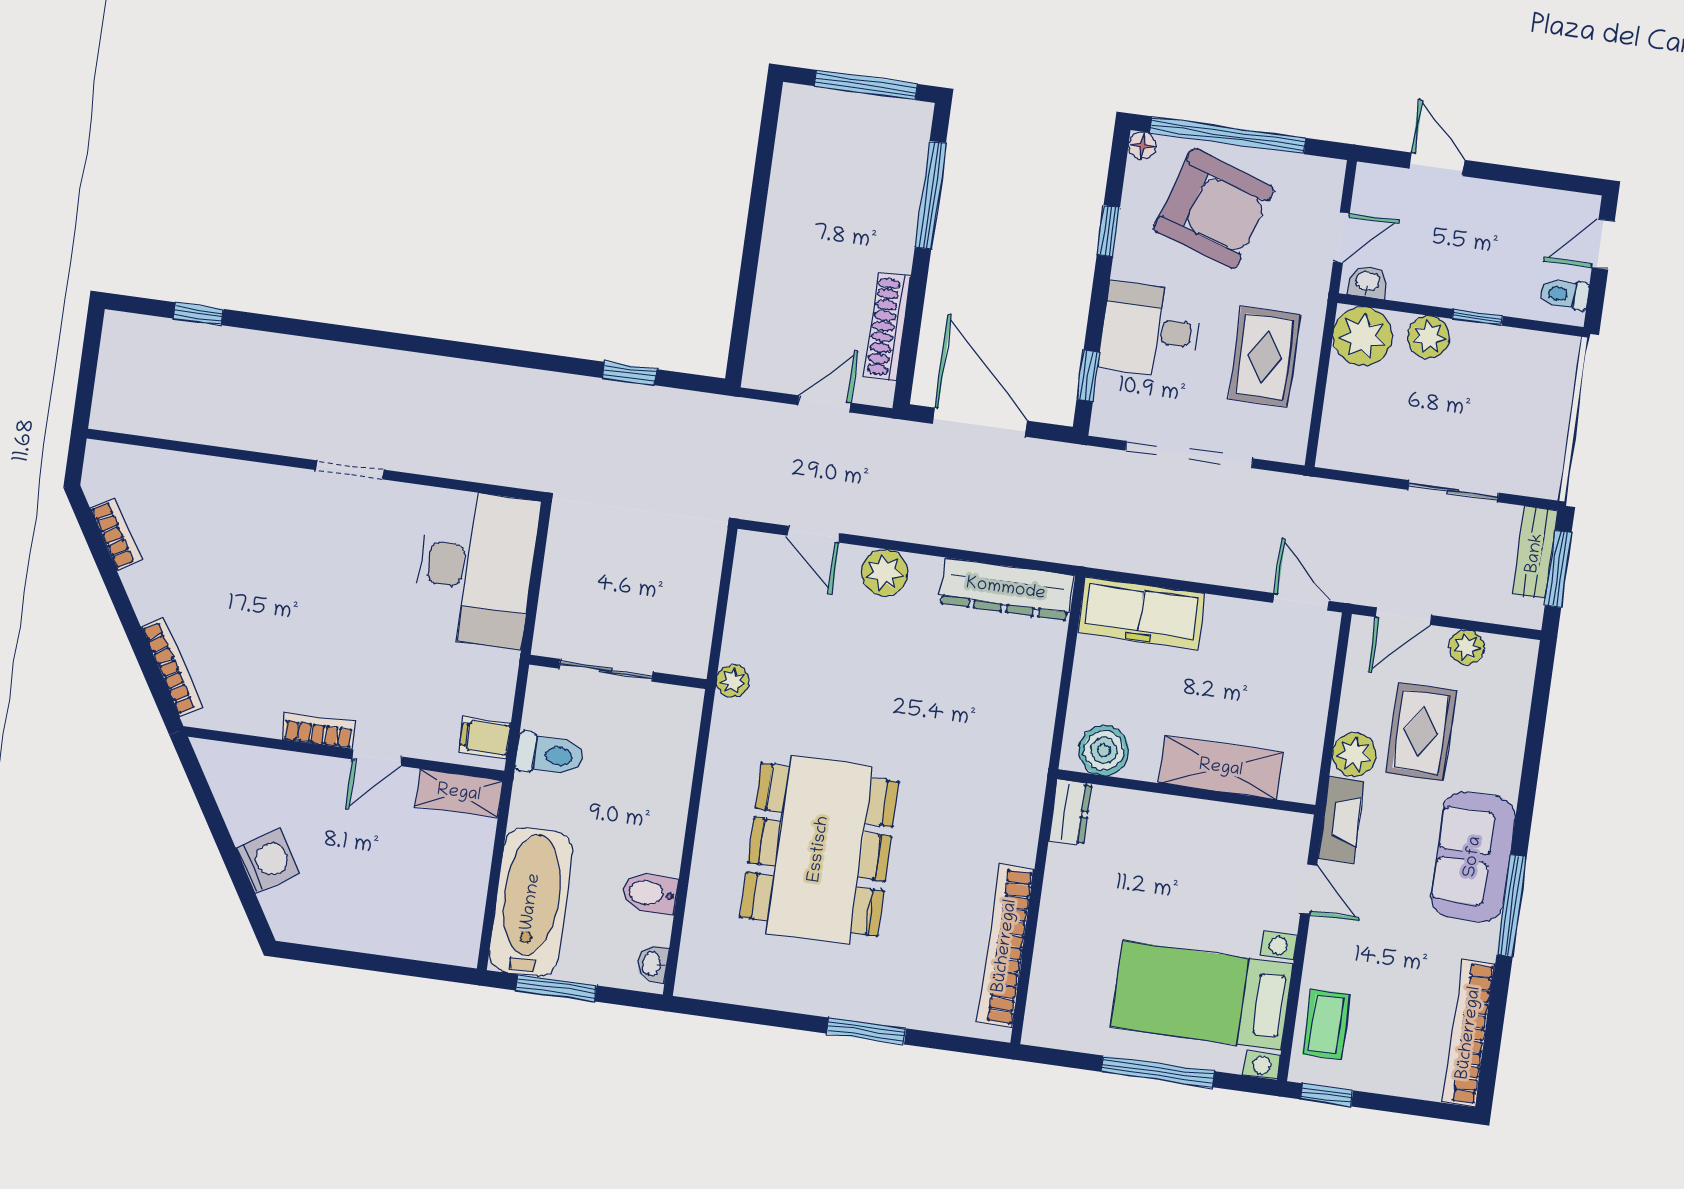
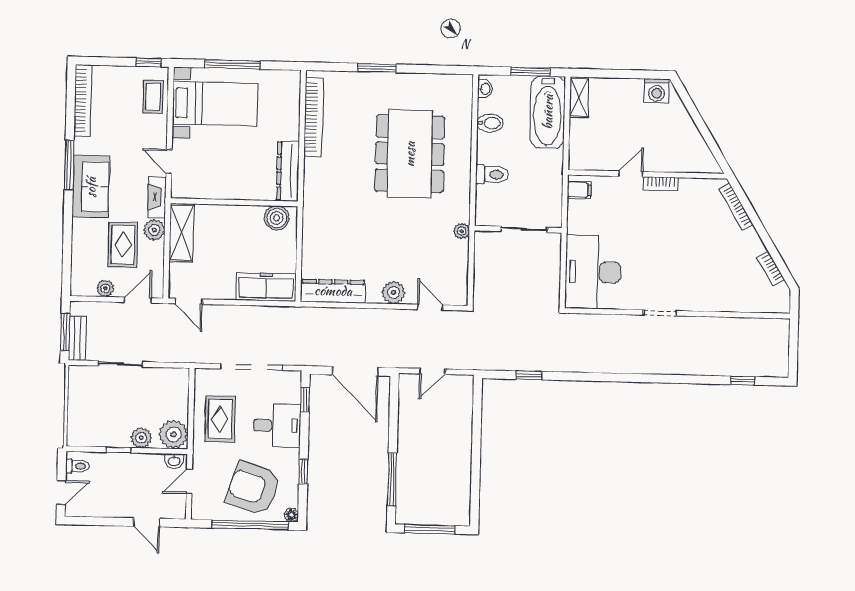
shoe rack: (887, 327) -> (406, 413), removed
toilet: (550, 755) -> (492, 175), moved, turned 180
shelving: (1221, 768) -> (181, 233), moved, turned 90
shelving: (459, 793) -> (579, 97), moved, turned 90
dresser: (1070, 812) -> (288, 171), width x1.96, depth x1.24
washing machine: (268, 861) -> (657, 91), moved, turned -59

